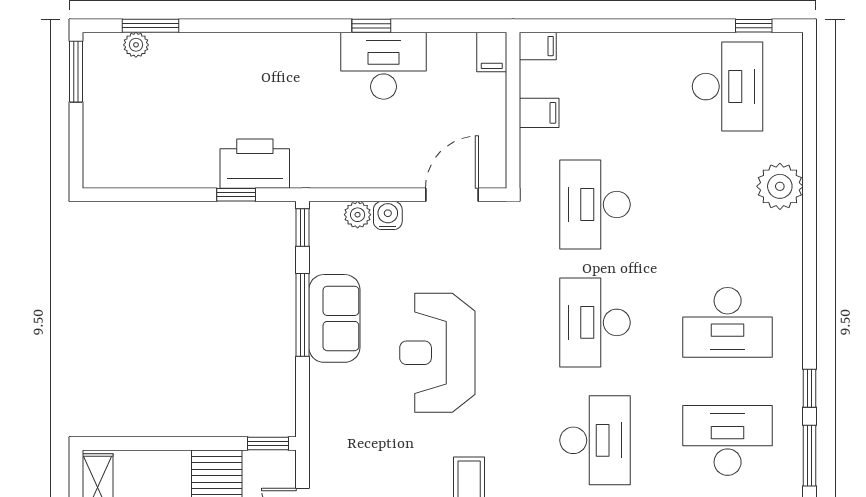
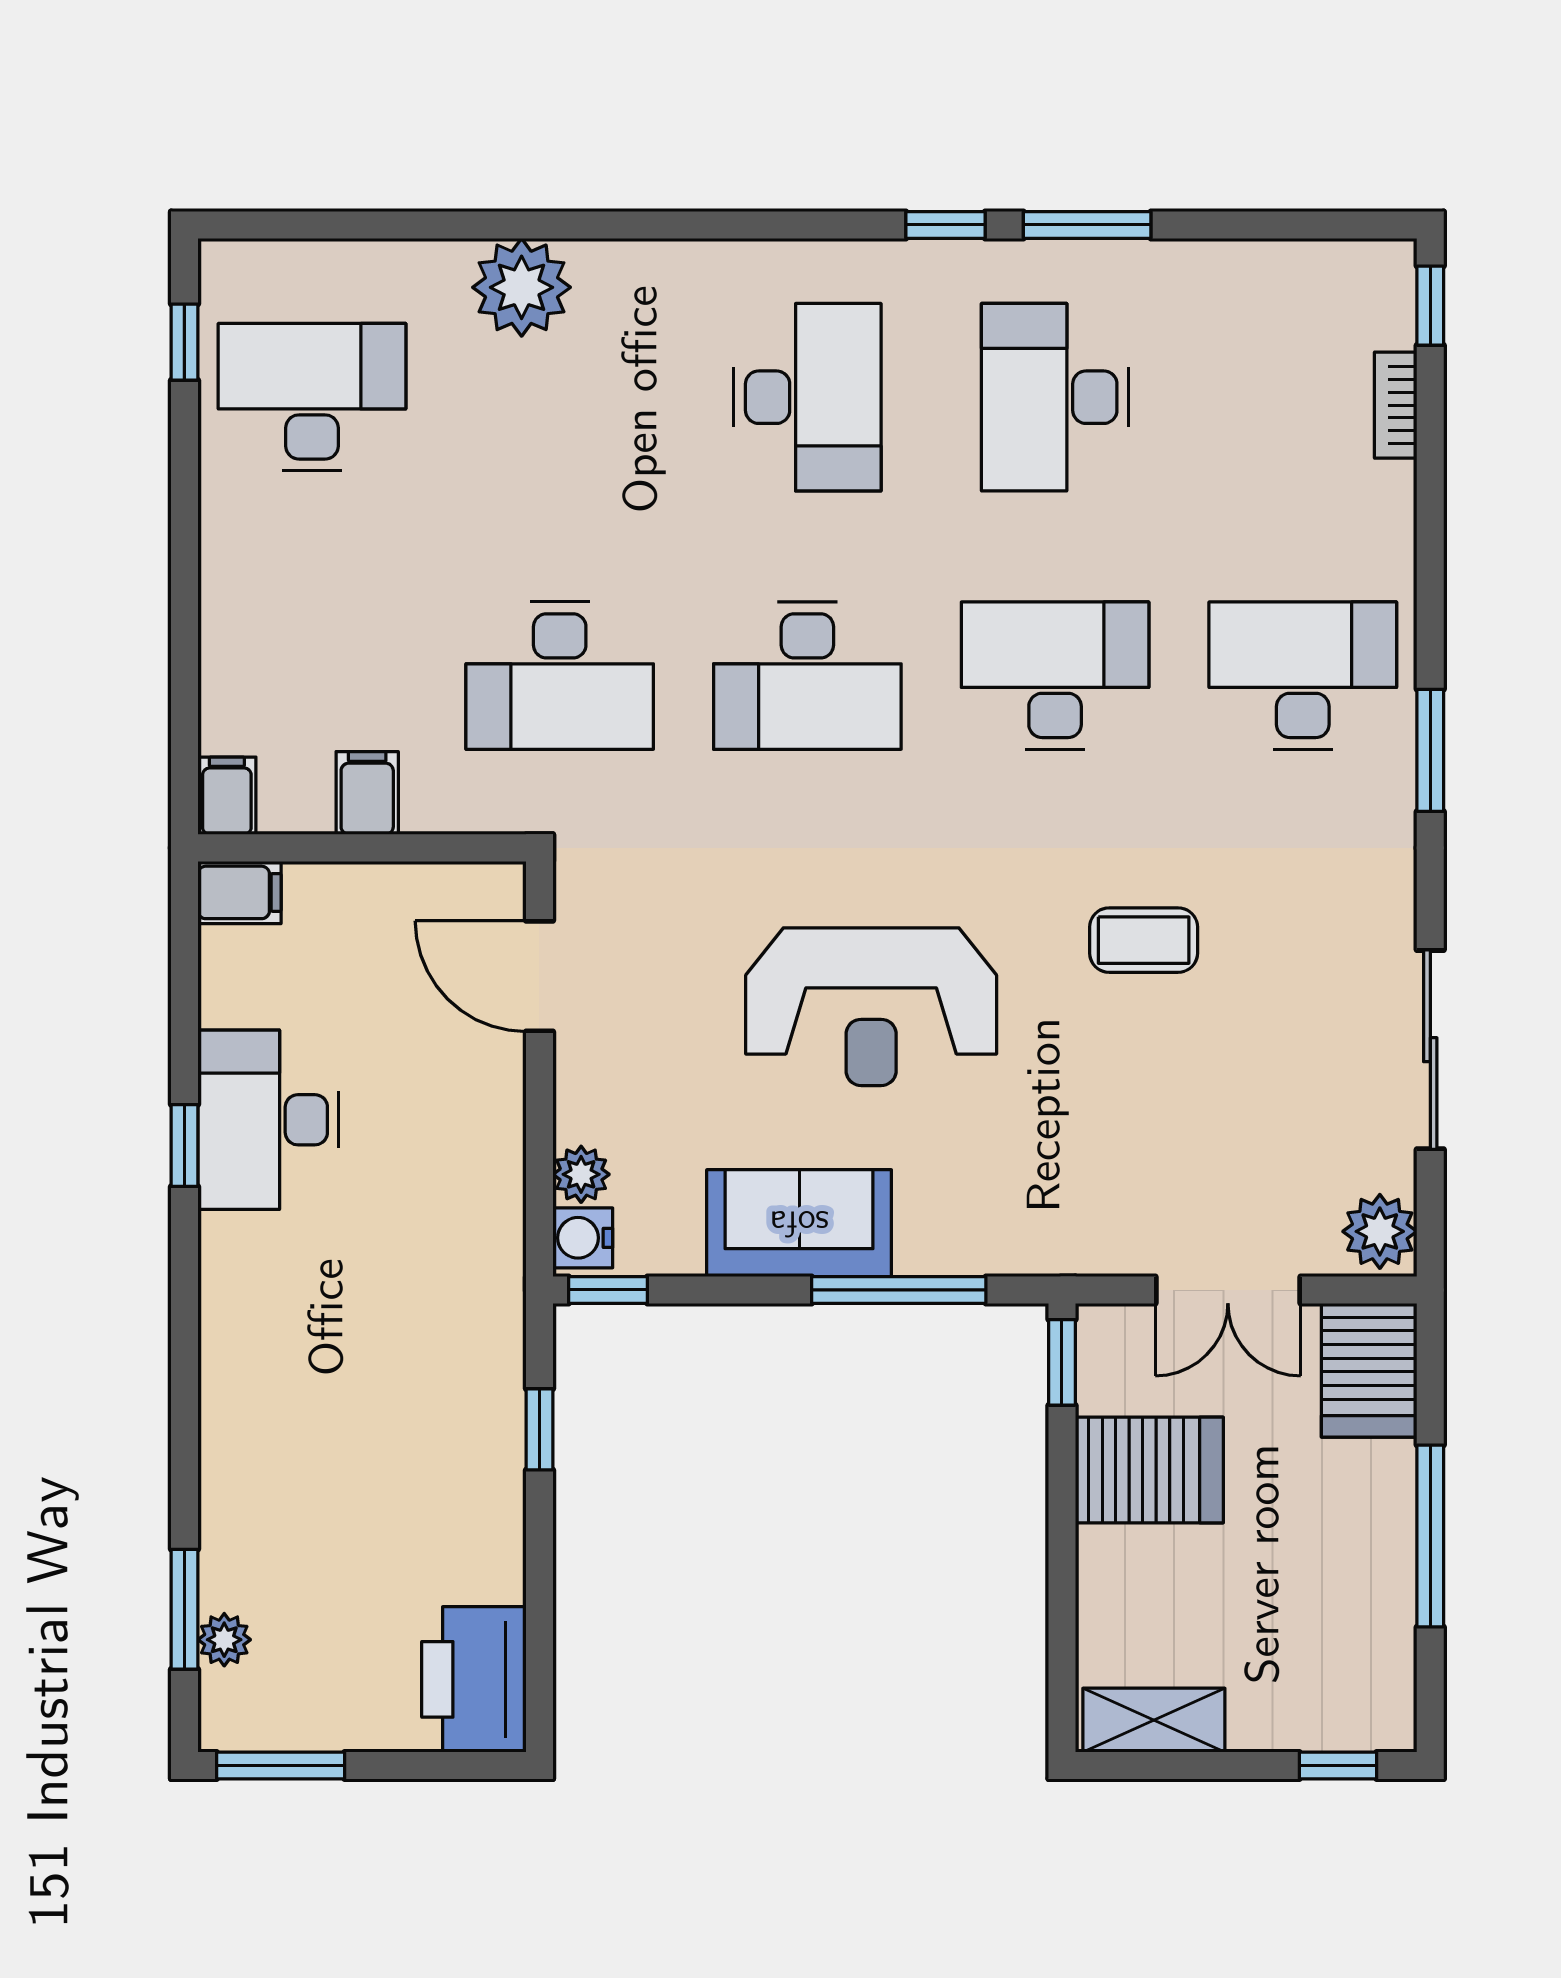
printer: (255, 164) -> (474, 1679), moved
water cooler: (388, 215) -> (583, 1238), moved
window: (303, 315) -> (899, 1290), moved

